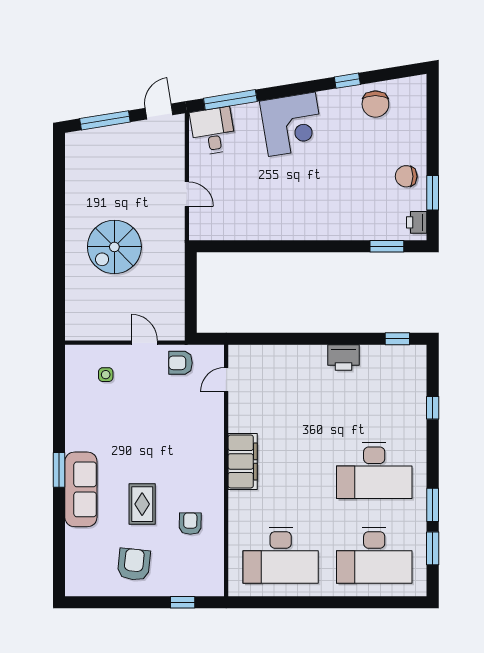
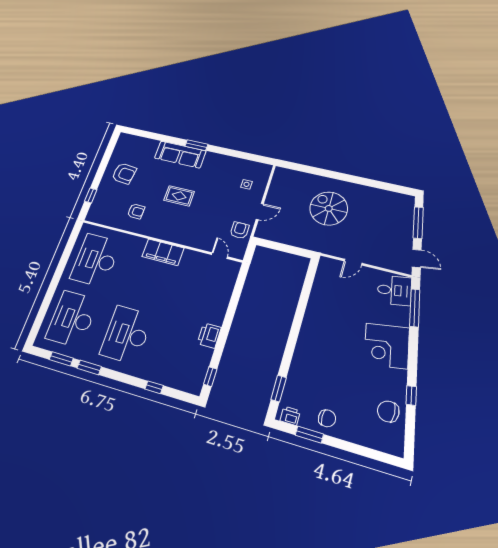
chair: (406, 176) -> (327, 418), turned 90
rug: (142, 504) -> (179, 196), moved

